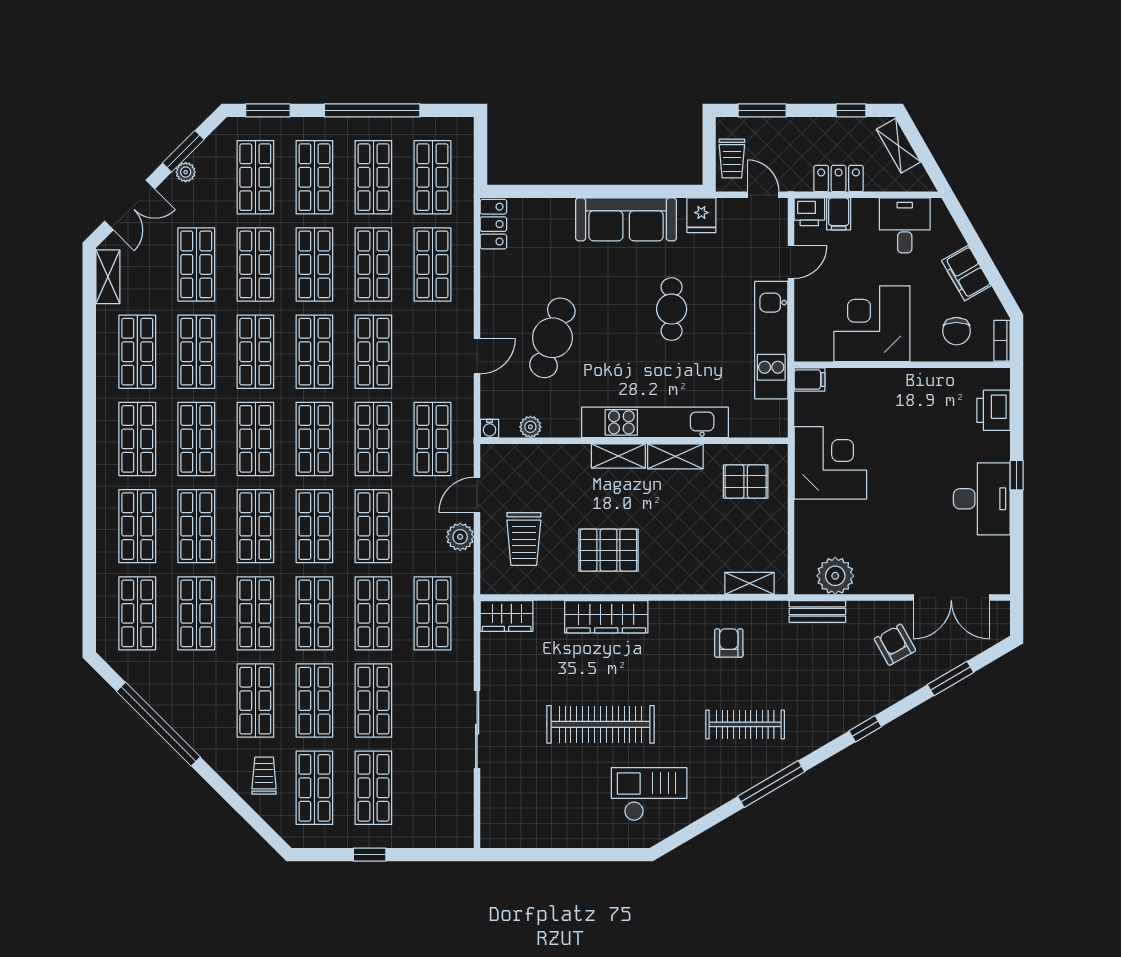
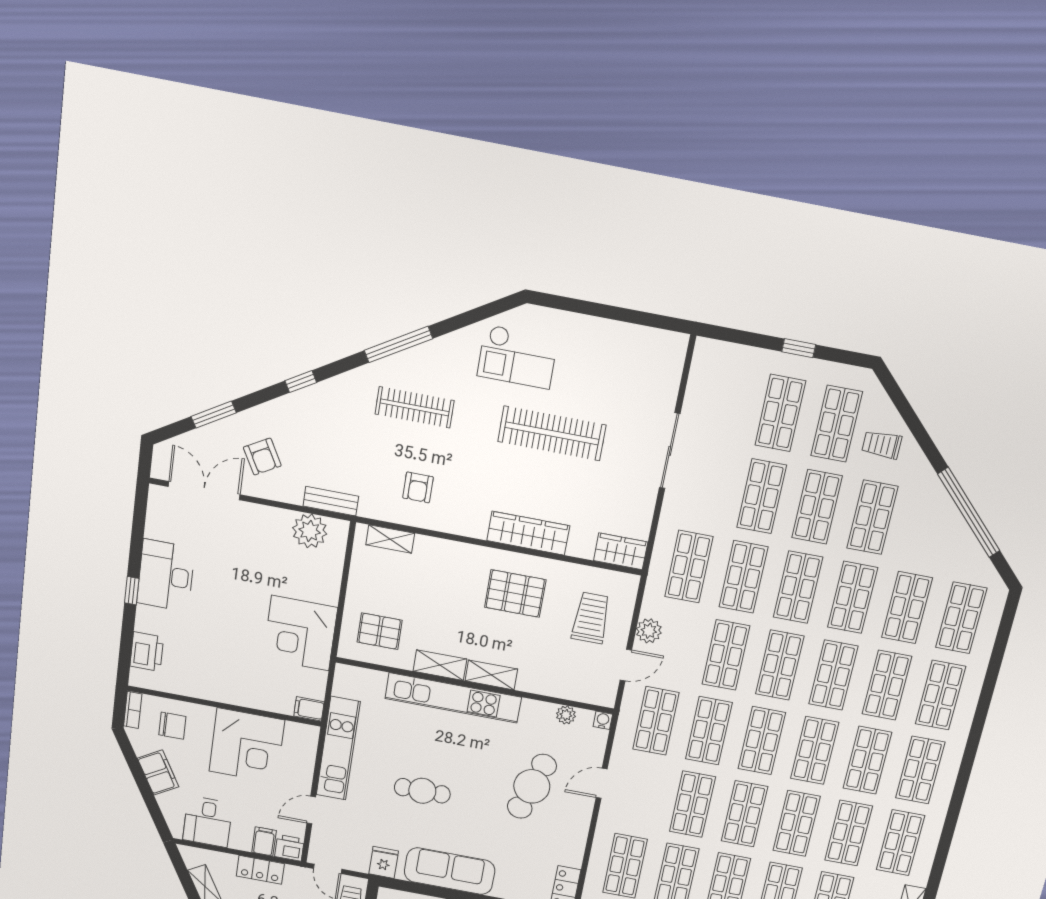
cafe table: (672, 309) -> (422, 791), turned 90
chair: (956, 331) -> (172, 726), turned 90
trolley: (264, 776) -> (882, 445), turned 90

